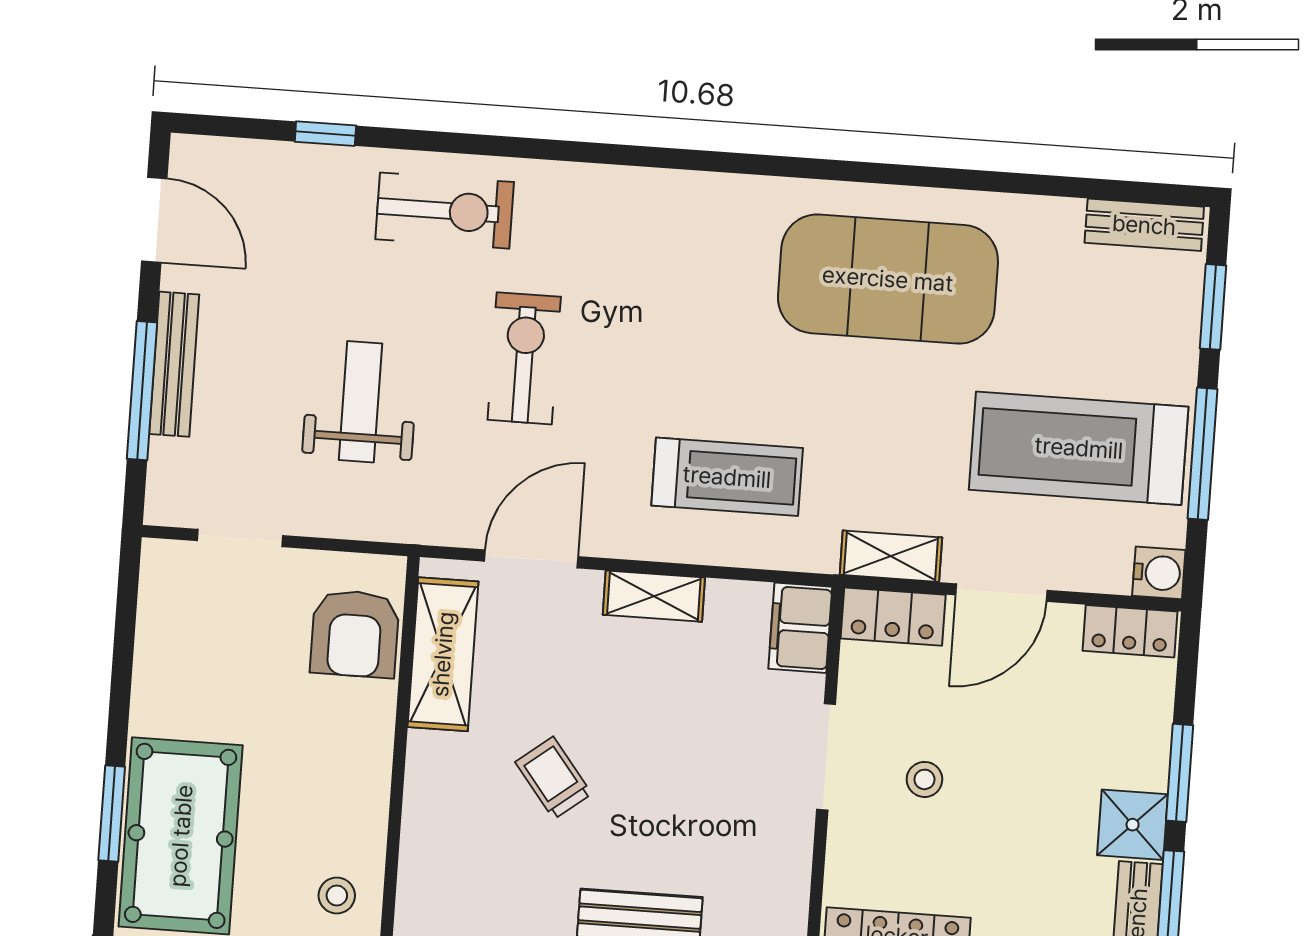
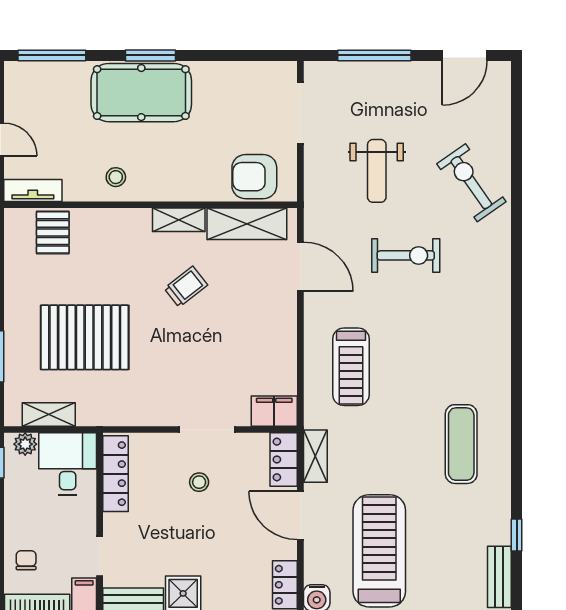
window: (325, 134) -> (517, 535), moved
exercise bike: (445, 211) -> (471, 183), moved, turned 145
exercise mat: (888, 279) -> (461, 444), width x0.50, depth x0.69
bench: (174, 364) -> (389, 71), removed
weight bench: (361, 402) -> (377, 171), turned 90
doorway: (240, 538) -> (300, 113), width x1.38
shelving: (654, 596) -> (179, 220), moved, turned 90

